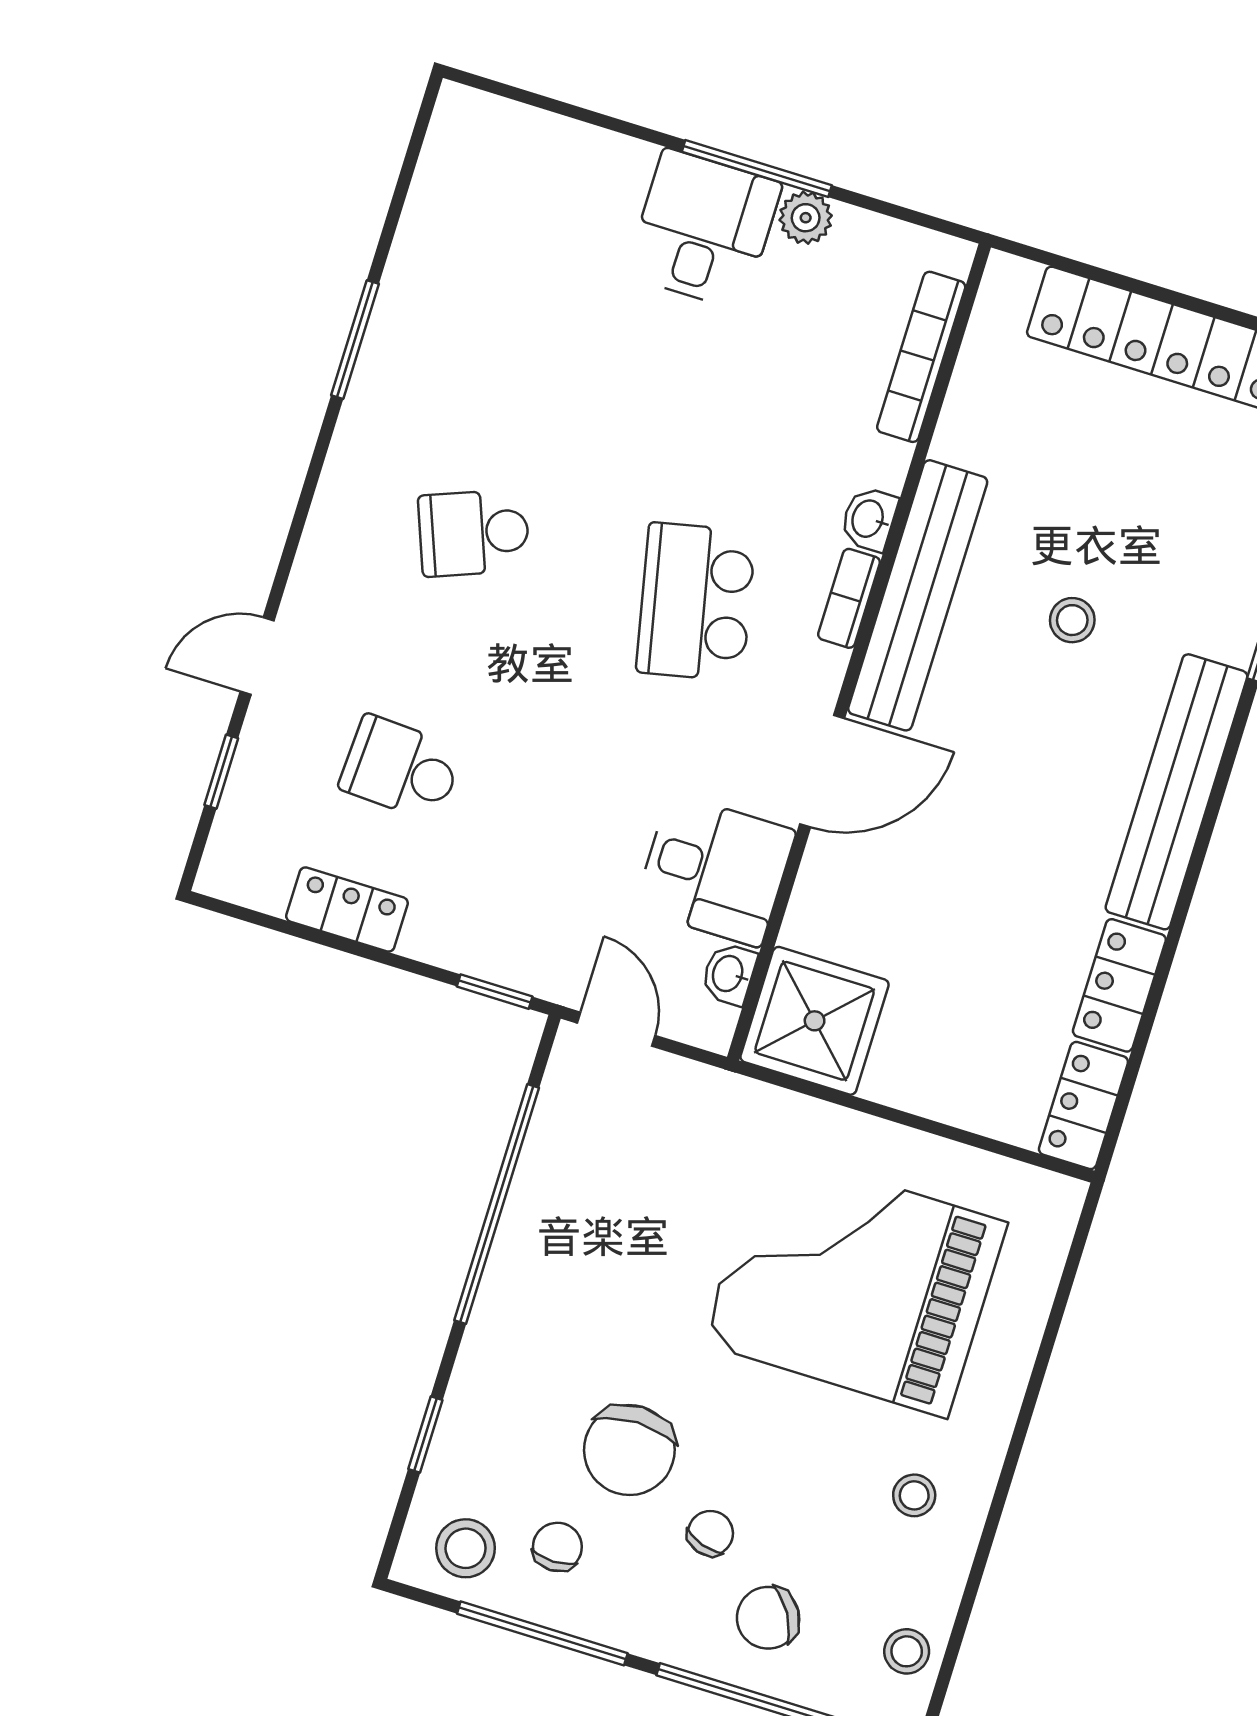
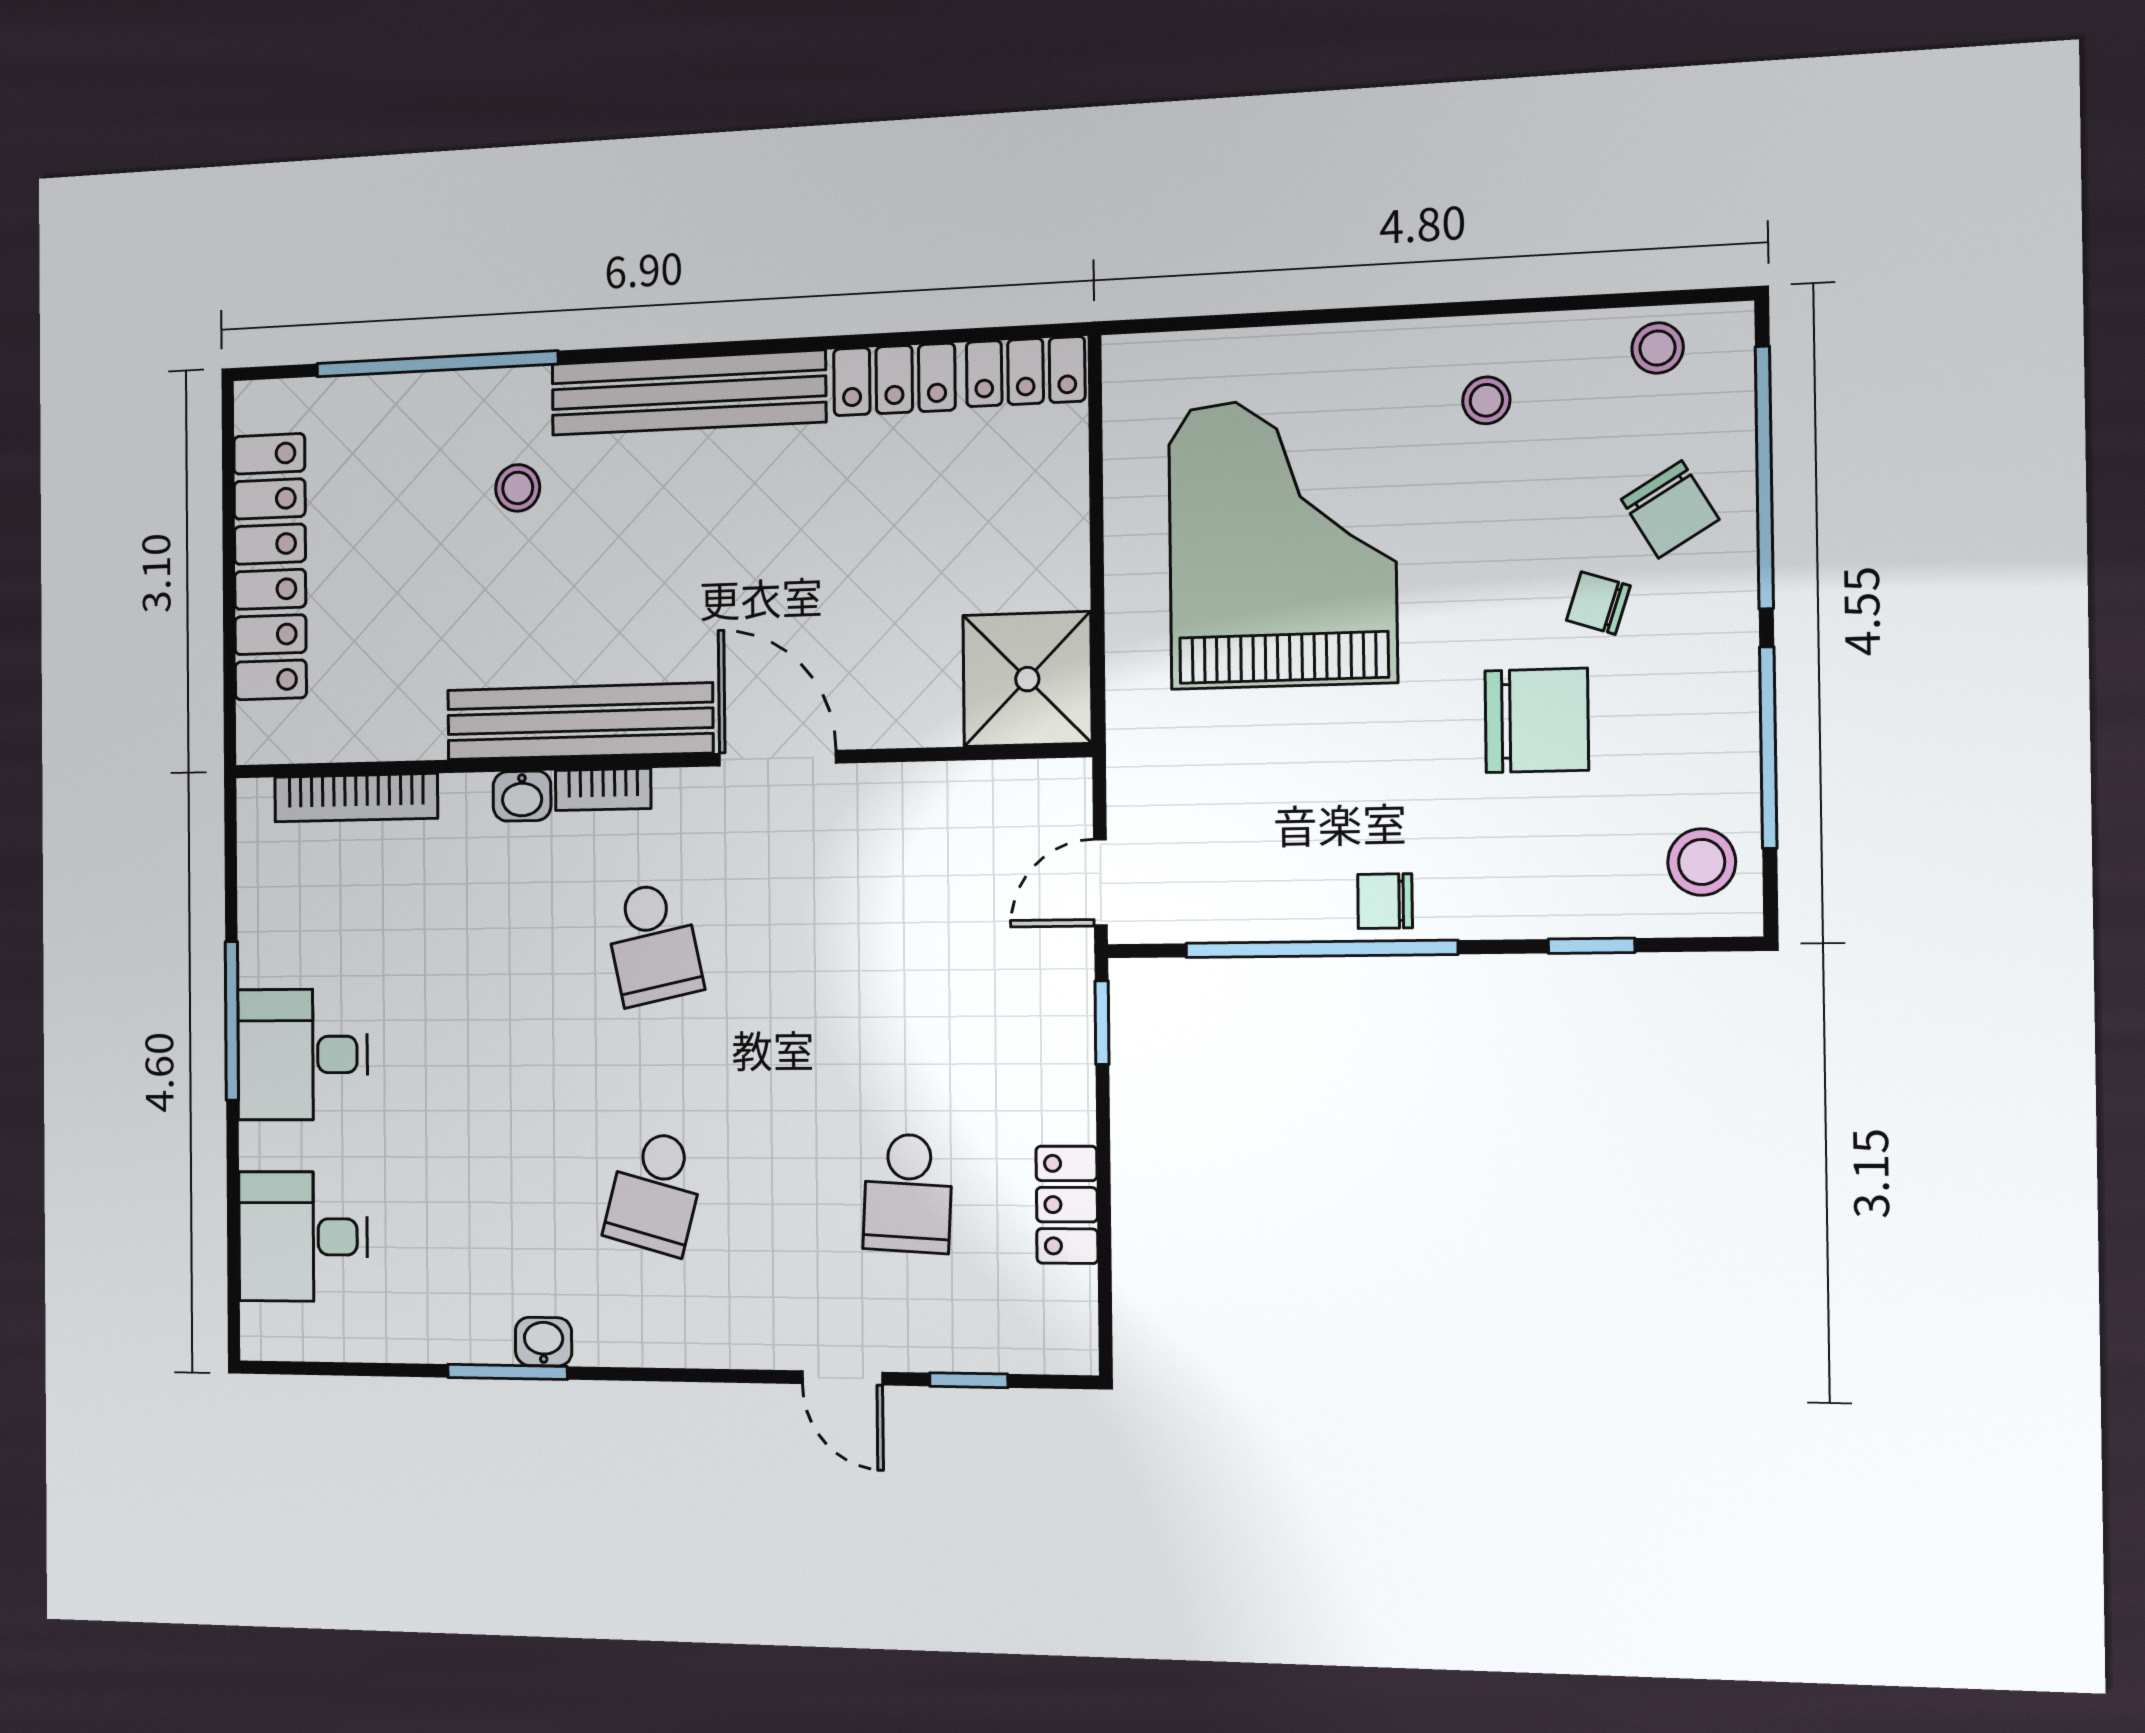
plant: (806, 218) -> (262, 957), removed
school desk: (474, 533) -> (655, 1192), turned 36
school desk: (696, 602) -> (653, 943), width x0.54
stool: (1072, 620) -> (518, 488), moved
desk: (715, 870) -> (303, 1237), moved, turned -90
washbasin: (729, 974) -> (544, 1342), moved, turned 180
grand piano: (855, 1283) -> (1282, 543), turned 180
chair: (557, 1547) -> (1385, 901), moved

